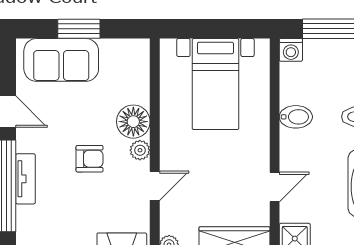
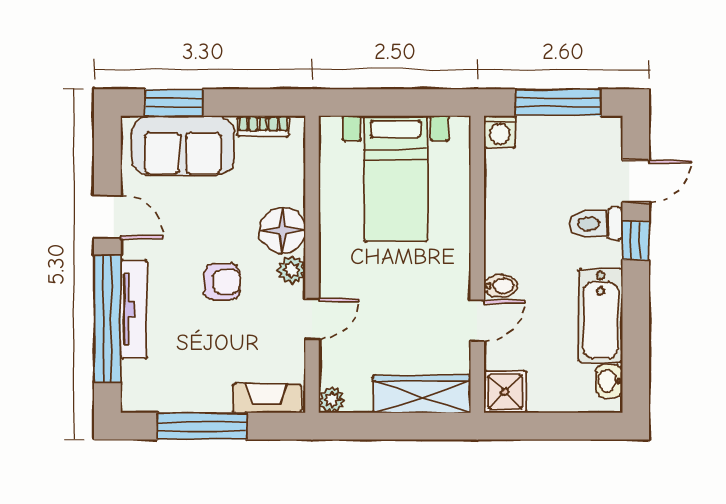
window: (79, 29) -> (174, 102), moved
bookcase: (119, 46) -> (263, 126), added
bidet: (296, 117) -> (501, 286), moved, width x0.72, depth x0.74
tv unit: (25, 179) -> (134, 309), width x1.41

